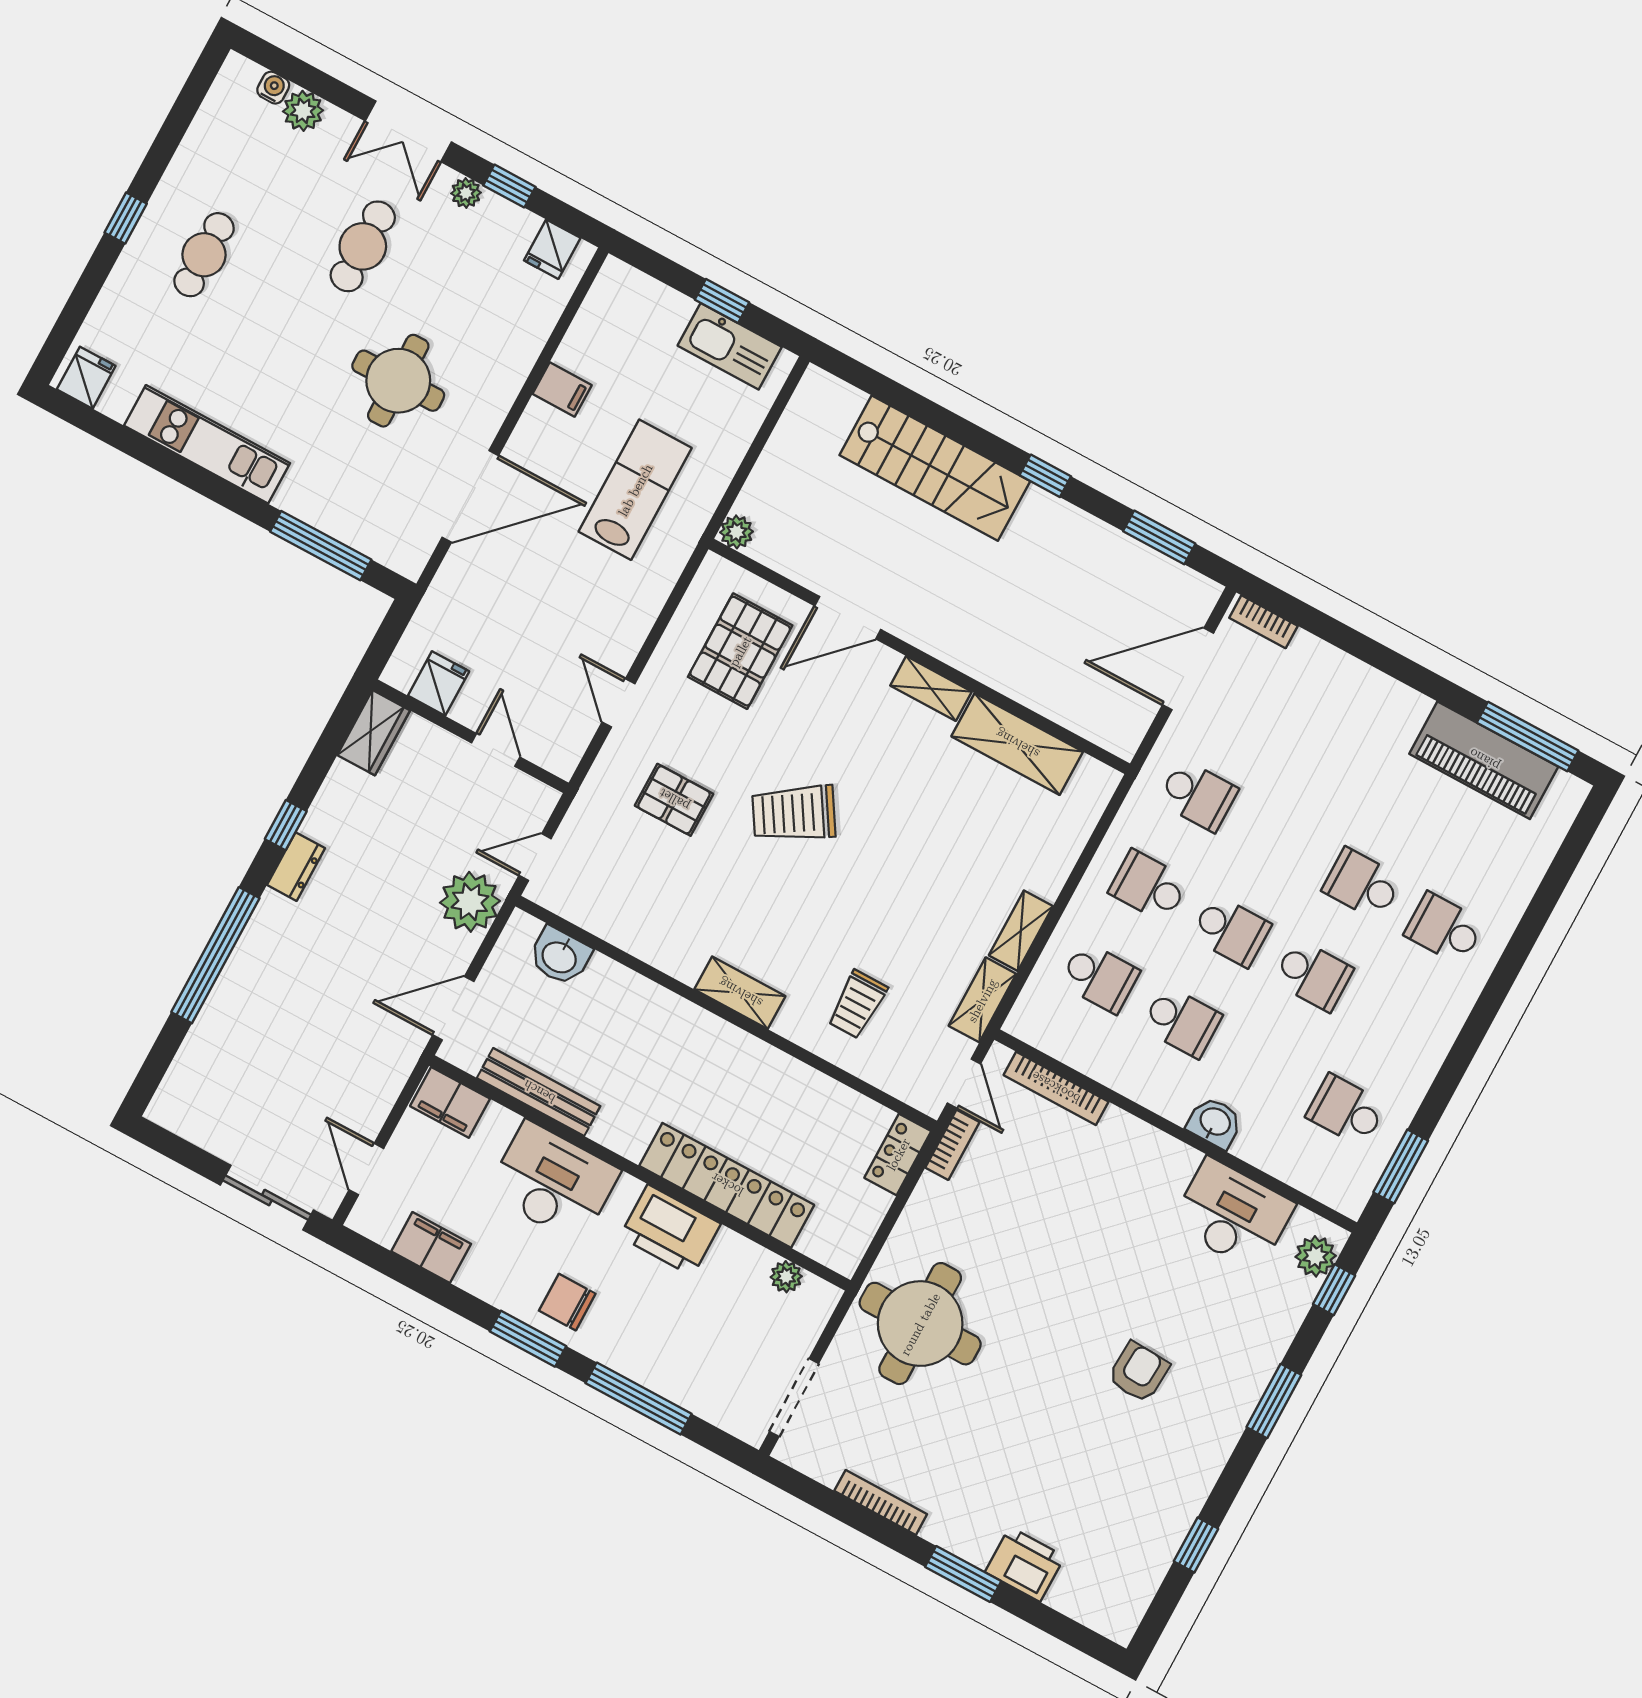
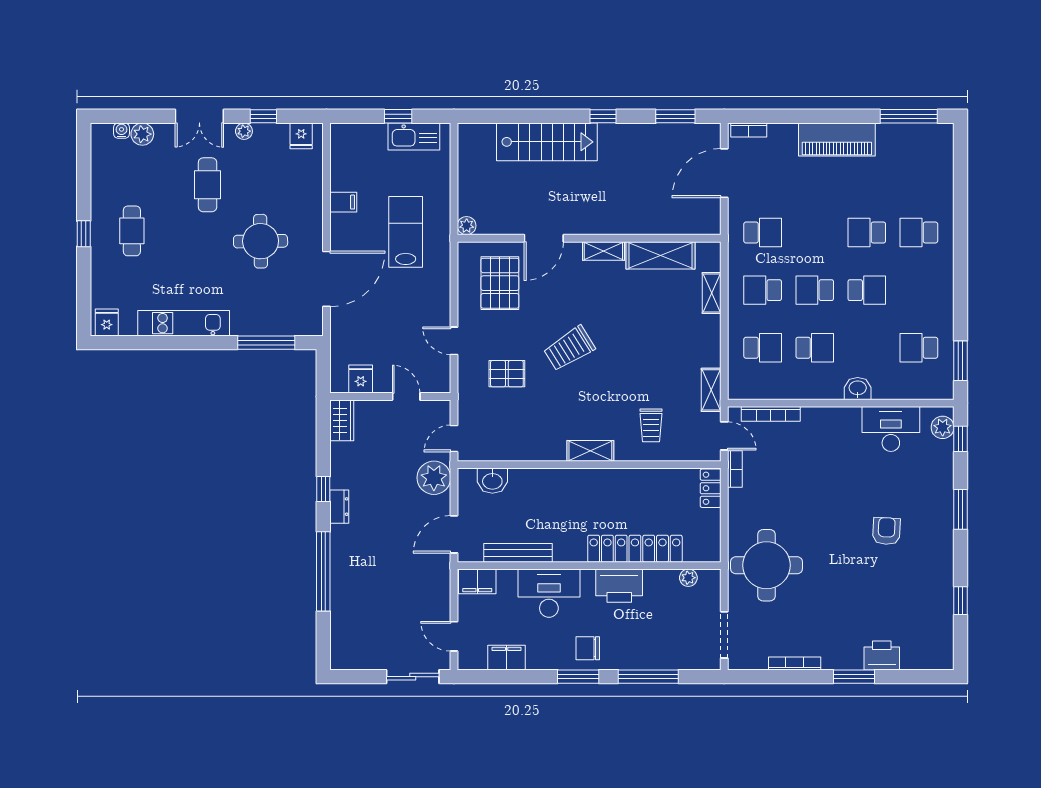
piano: (1484, 760) -> (837, 140), moved
shelving: (1021, 931) -> (712, 293), moved
school desk: (1231, 931) -> (815, 290), turned 180

